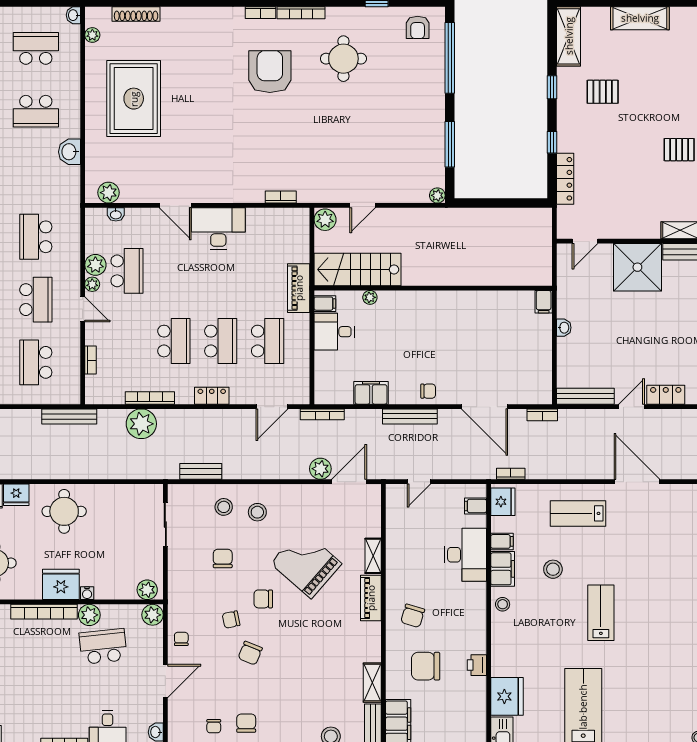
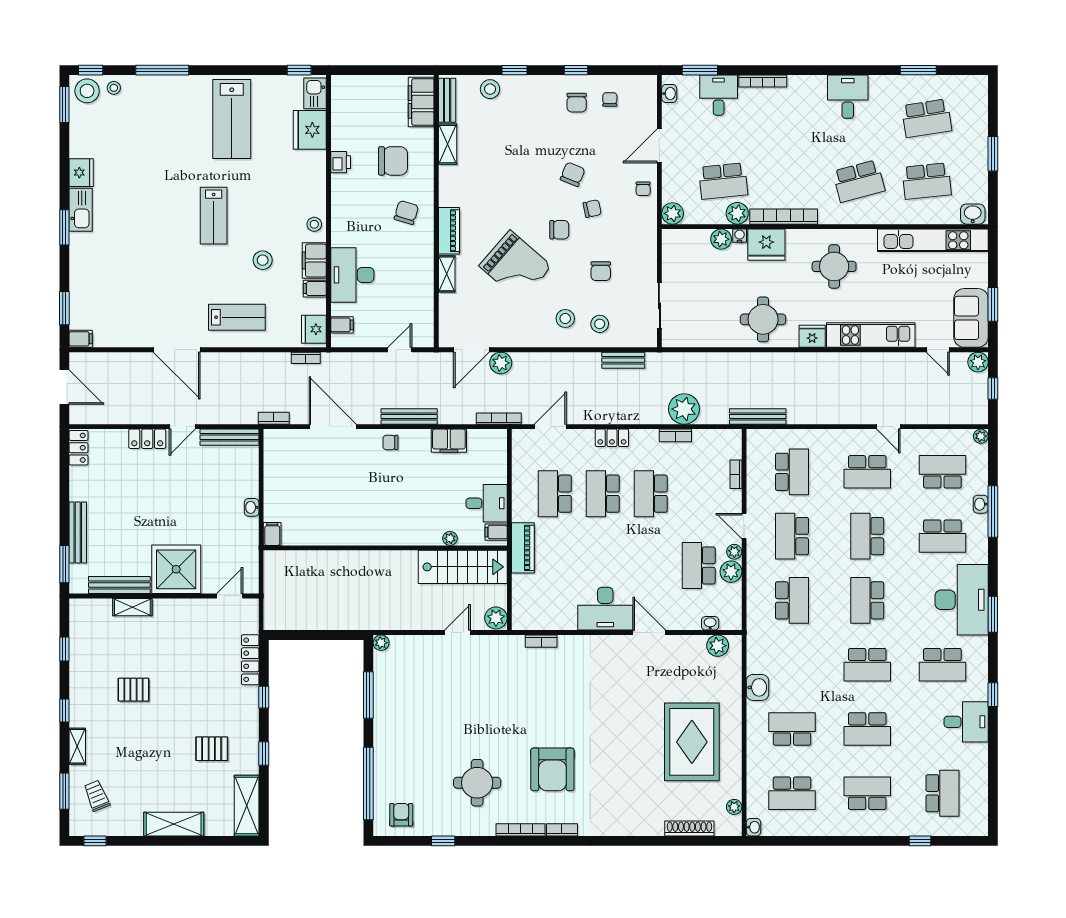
bookcase: (150, 398) -> (675, 435), width x0.64
plant: (147, 590) -> (721, 239), moved

